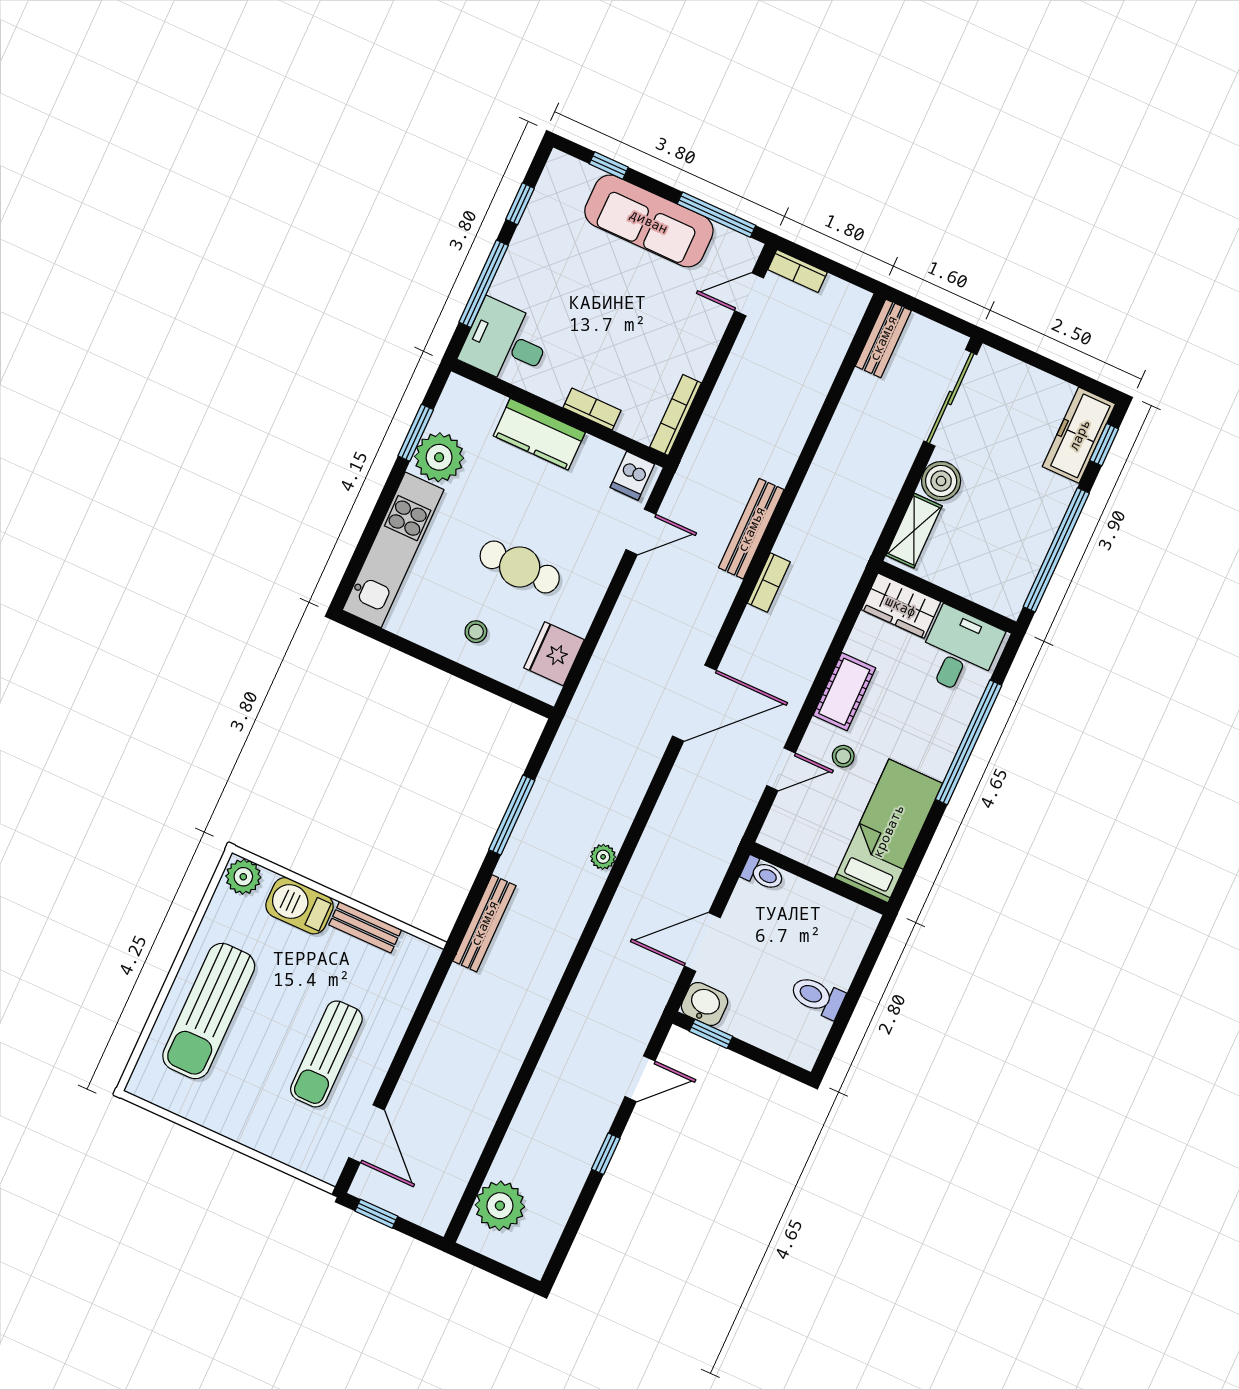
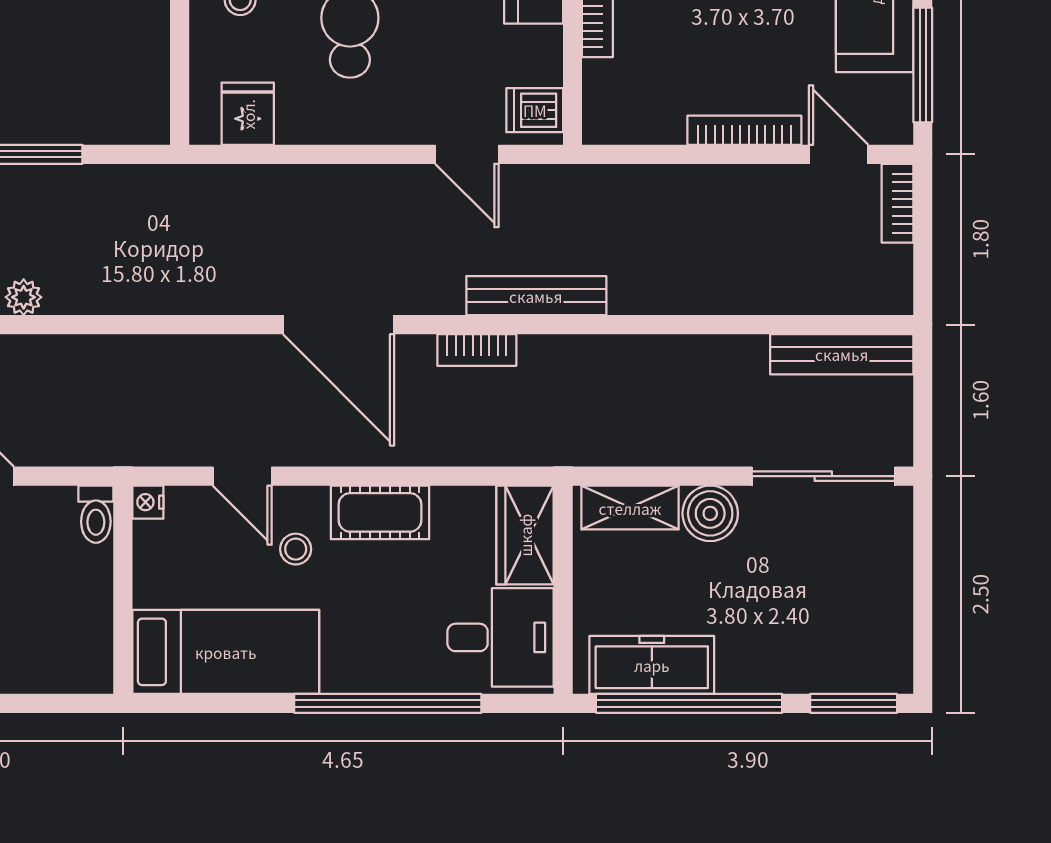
bench: (883, 338) -> (842, 354), width x1.36
bookcase: (676, 415) -> (744, 130), moved
freezer: (1079, 435) -> (652, 665), moved
window: (1104, 445) -> (854, 703), width x1.50
fridge: (554, 654) -> (248, 114), width x0.72
door: (694, 703) -> (338, 325), moved
nightstand: (770, 837) -> (148, 502), added

